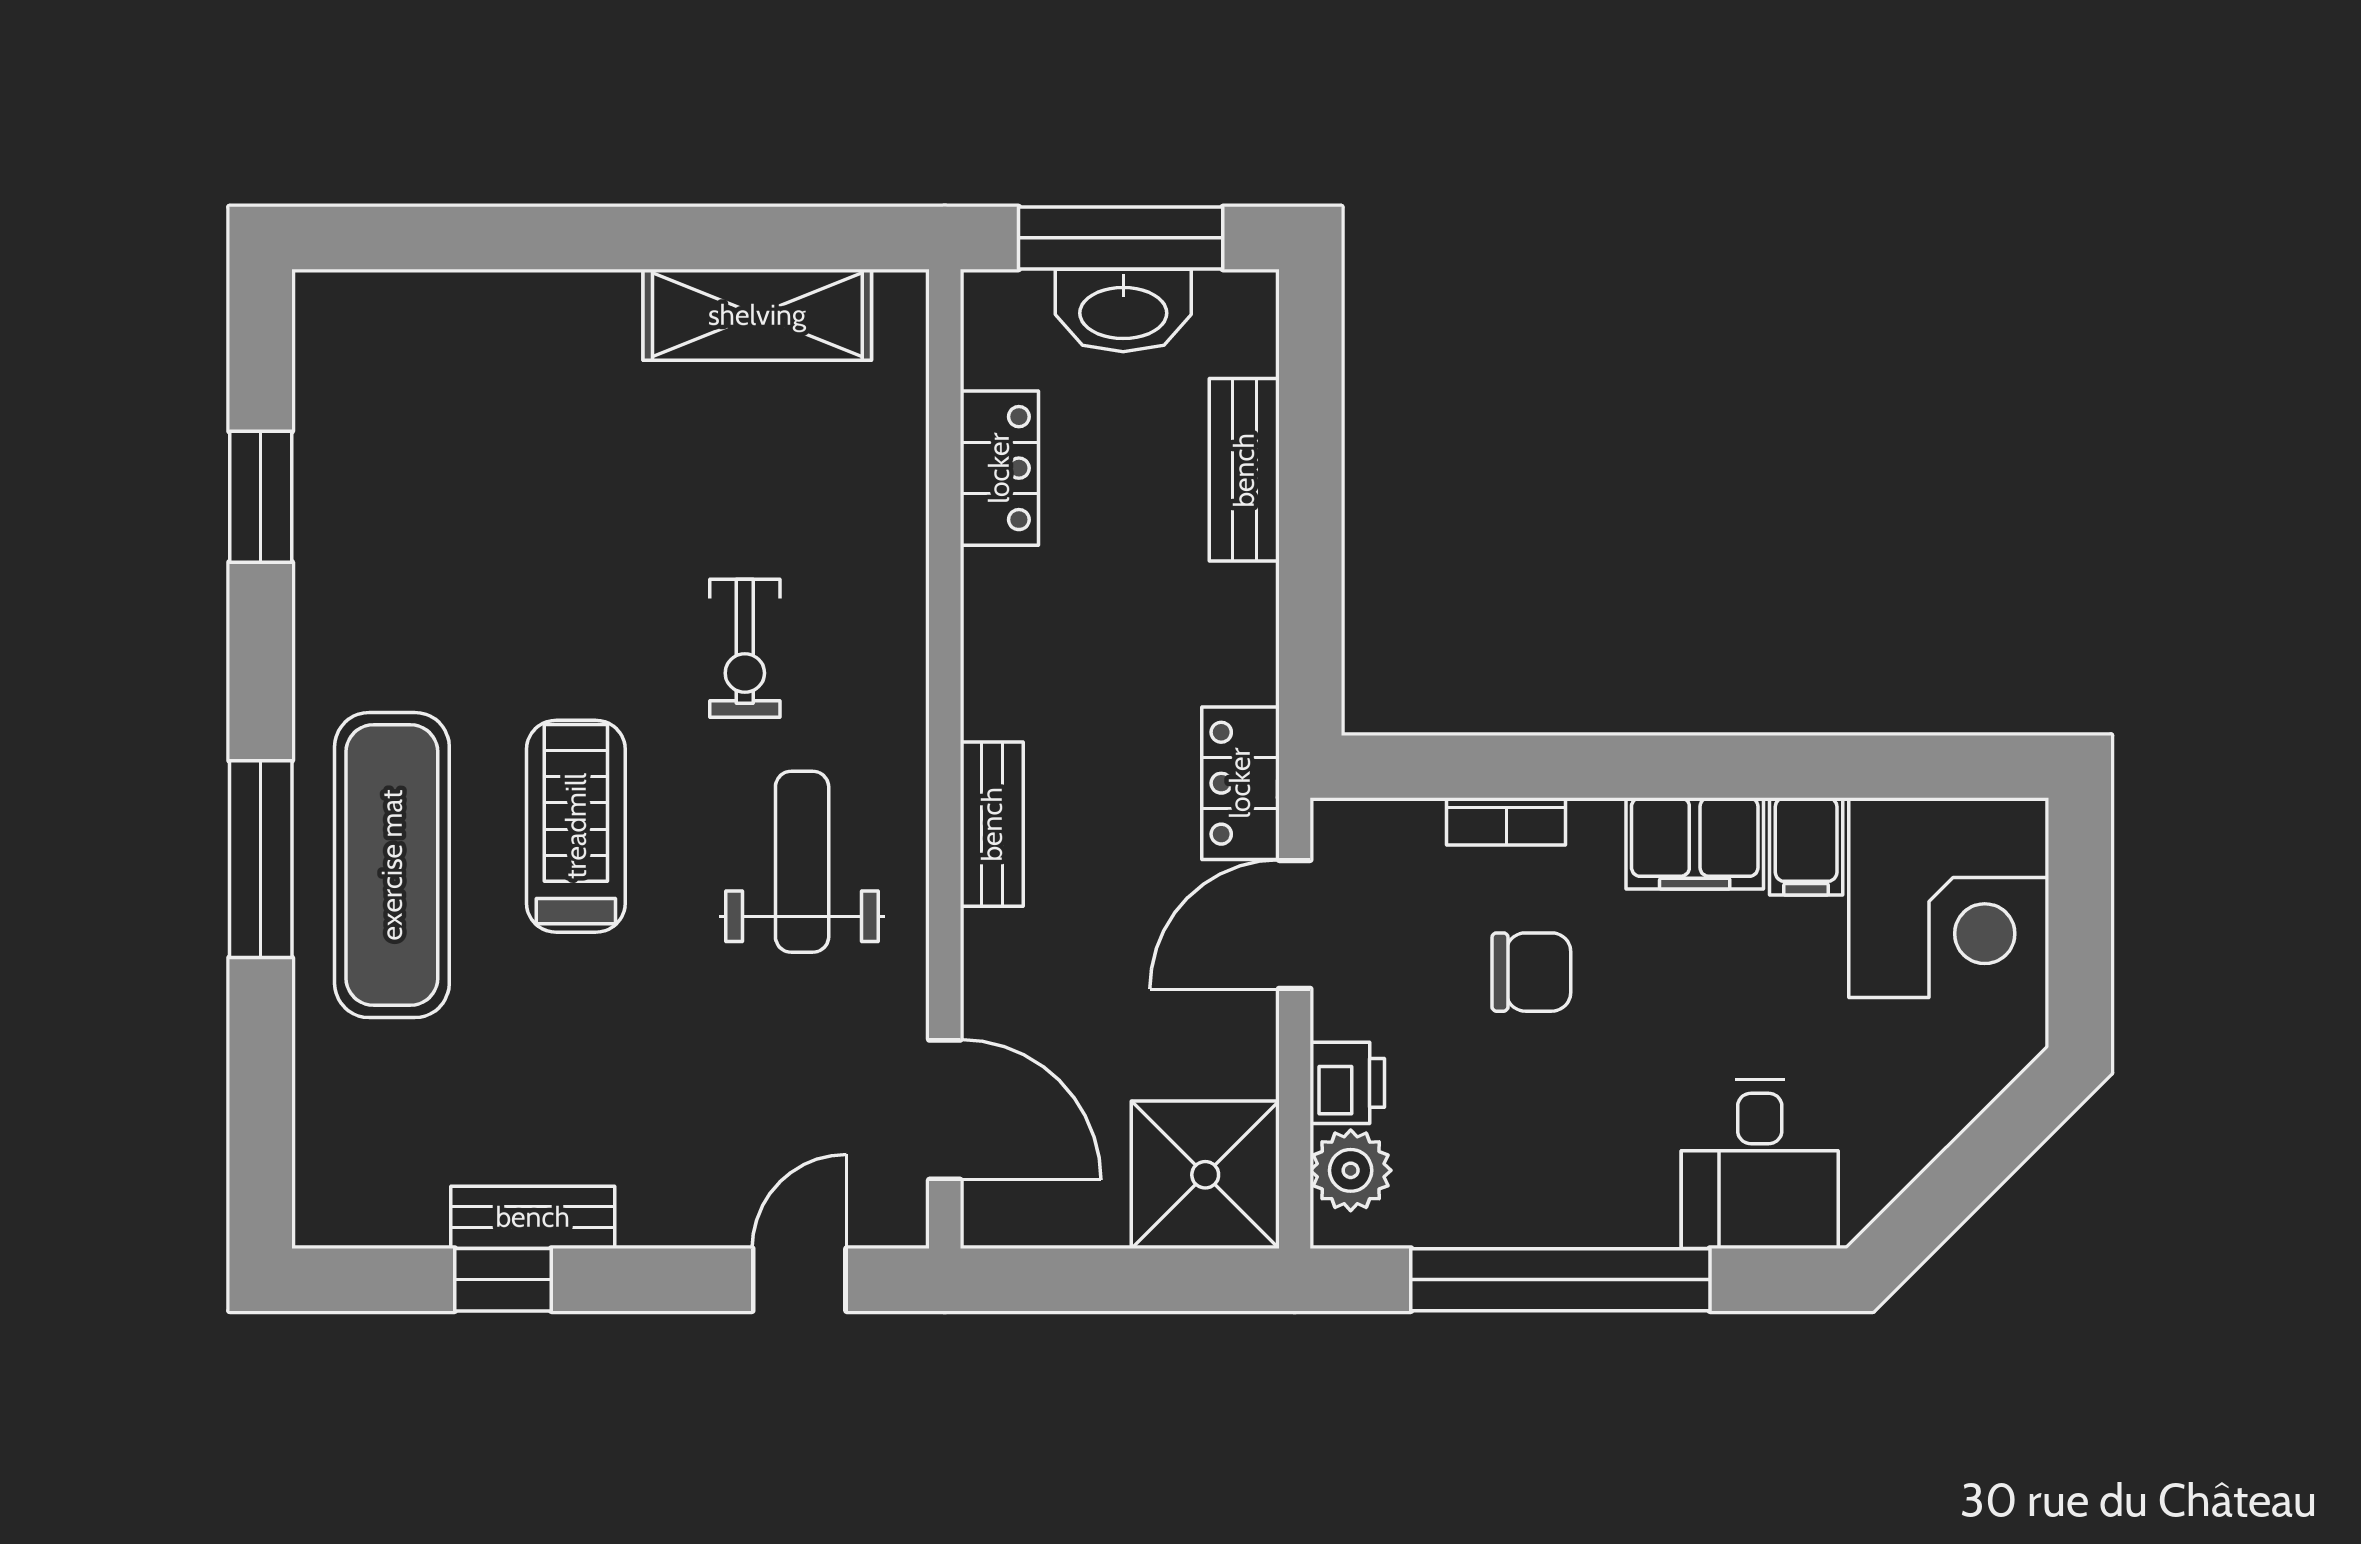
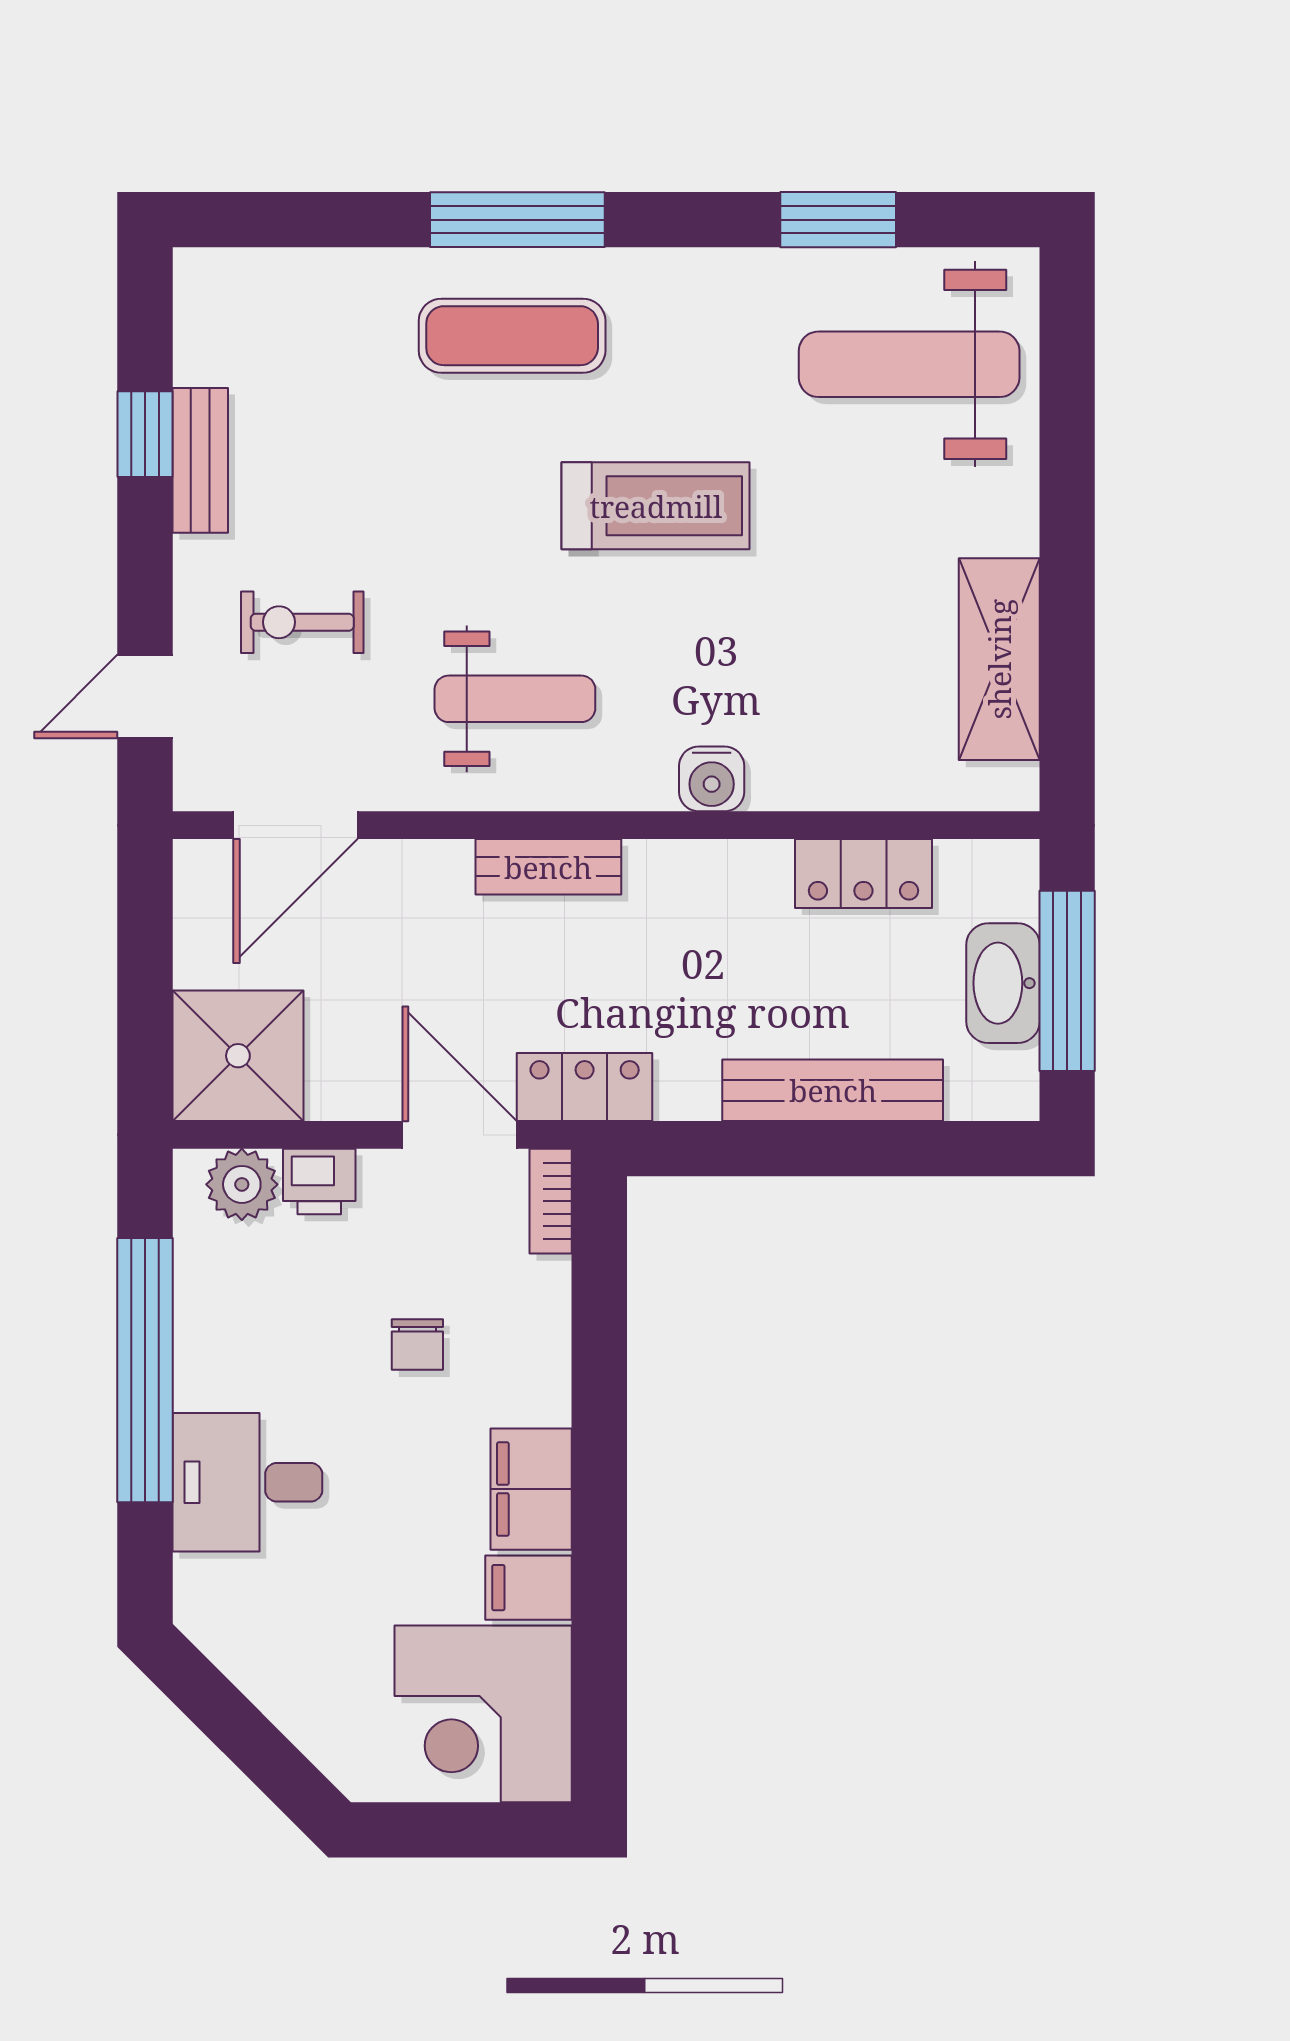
weight bench: (424, 417) -> (909, 364), added
bench: (1244, 470) -> (833, 1090), width x1.36
water cooler: (893, 640) -> (712, 779), added
exercise bike: (745, 648) -> (302, 622), moved
bookcase: (1506, 821) -> (551, 1201), moved
treadmill: (576, 826) -> (656, 506), moved
exercise mat: (392, 865) -> (512, 336), width x0.73, depth x0.69
chair: (1531, 972) -> (417, 1344), width x0.73, depth x0.73
desk: (1760, 1164) -> (247, 1482), moved
door: (799, 1280) -> (145, 696), swing flipped

